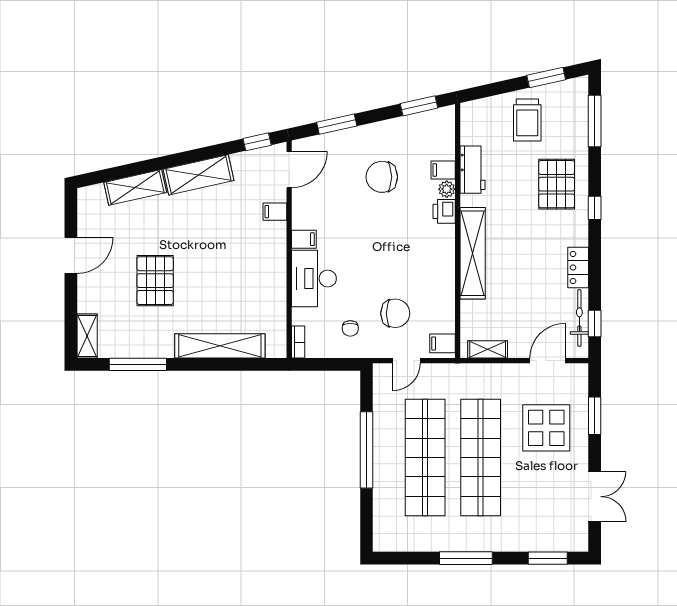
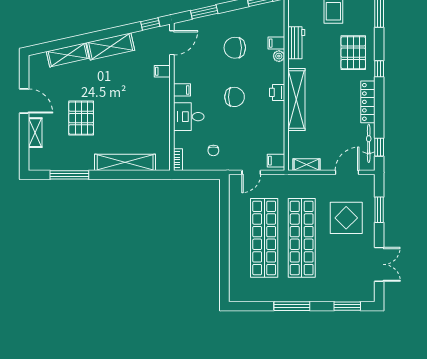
printer: (444, 211) -> (277, 92), moved
door: (71, 255) -> (24, 101), hinge flipped
locker: (578, 268) -> (368, 102), width x1.53
desk: (314, 279) -> (189, 117), width x0.73
chair: (395, 313) -> (235, 97), moved
shelving: (87, 336) -> (35, 133), moved
window: (367, 450) -> (224, 233), removed

